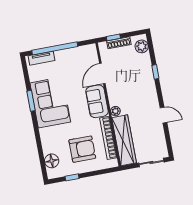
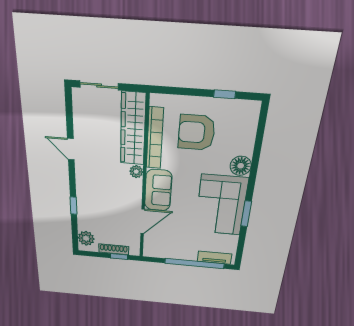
floor lamp: (52, 161) -> (241, 166), moved

